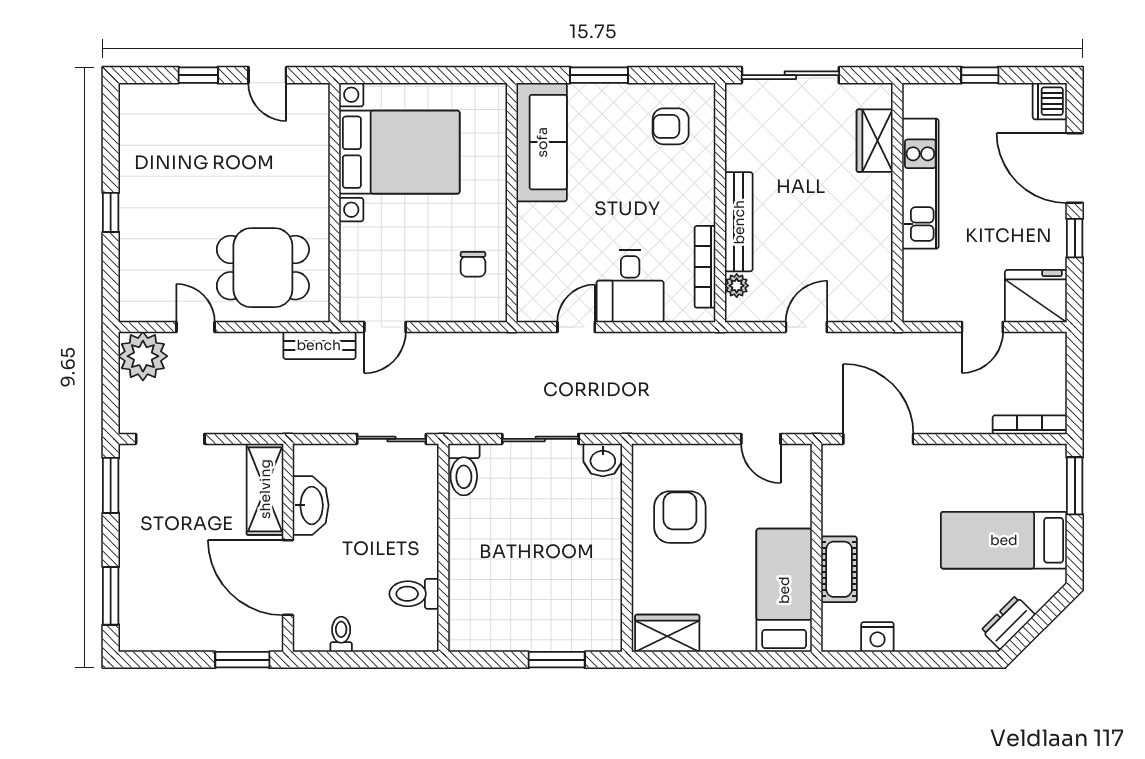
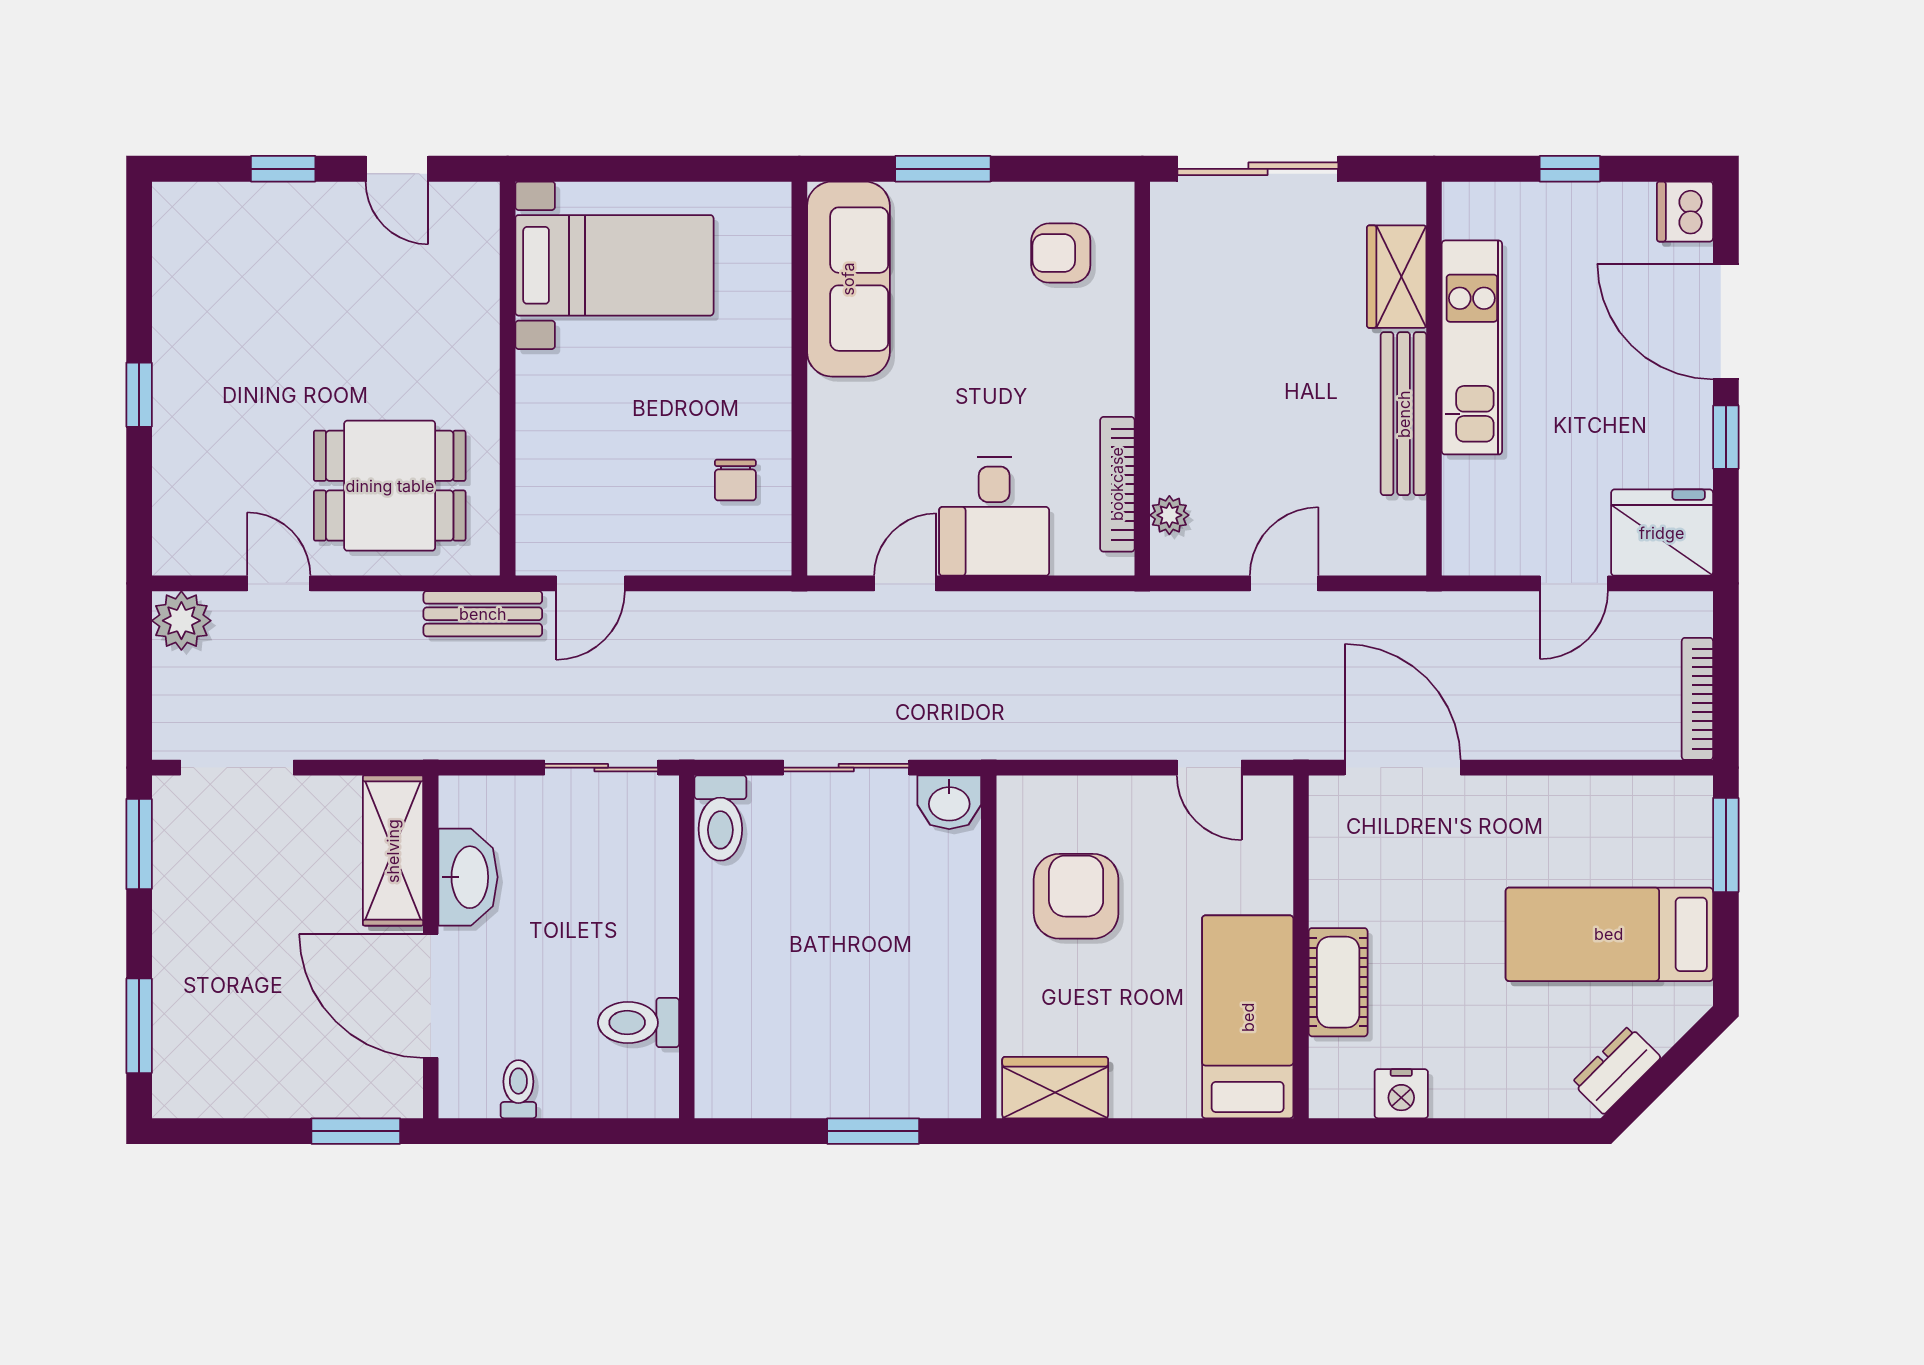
bed with nightstands: (399, 152) -> (614, 265), width x0.73
bench: (739, 222) -> (1404, 414), moved
plant: (143, 356) -> (181, 621), width x0.73, depth x0.73
bookcase: (1030, 425) -> (1697, 699), moved, turned -90

